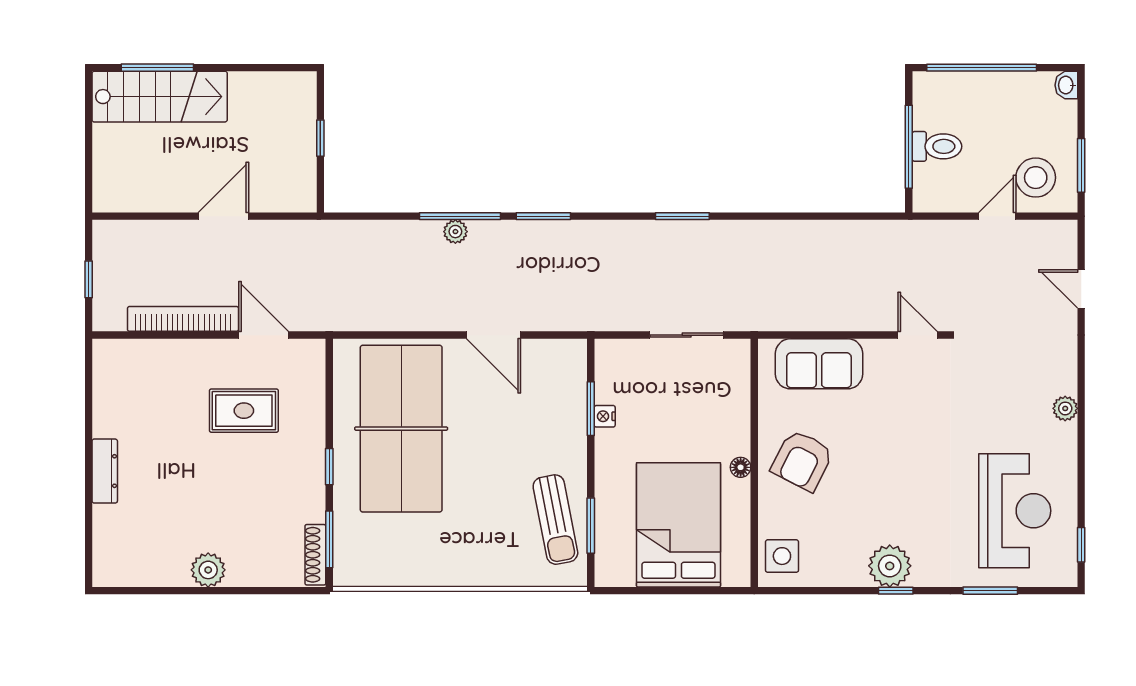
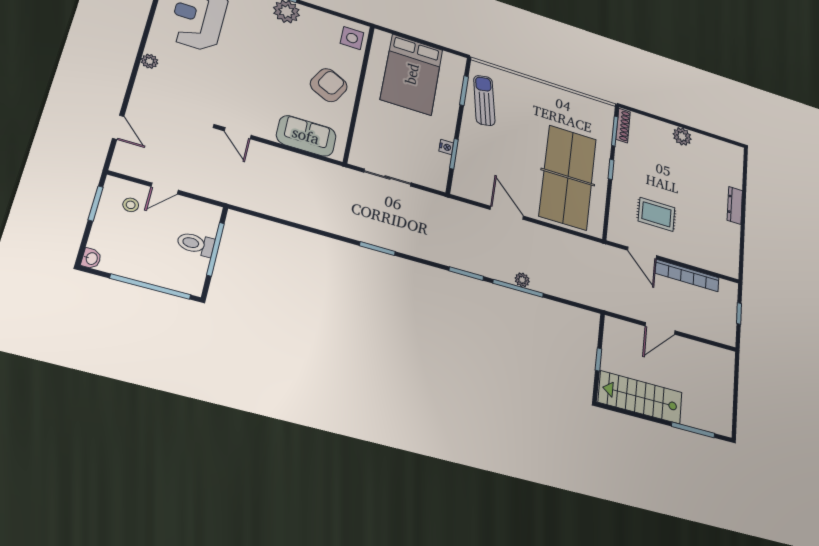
stairs: (160, 97) -> (640, 397), moved
stool: (1036, 178) -> (131, 205), width x0.53, depth x0.53
floor lamp: (741, 467) -> (368, 93), removed

